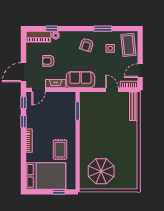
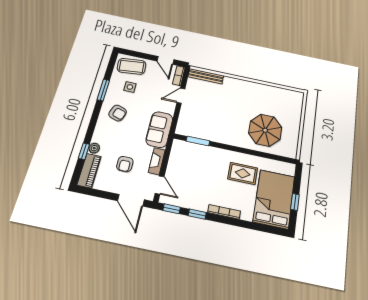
parasol: (101, 171) -> (265, 130), moved
window: (59, 192) -> (295, 202), moved

